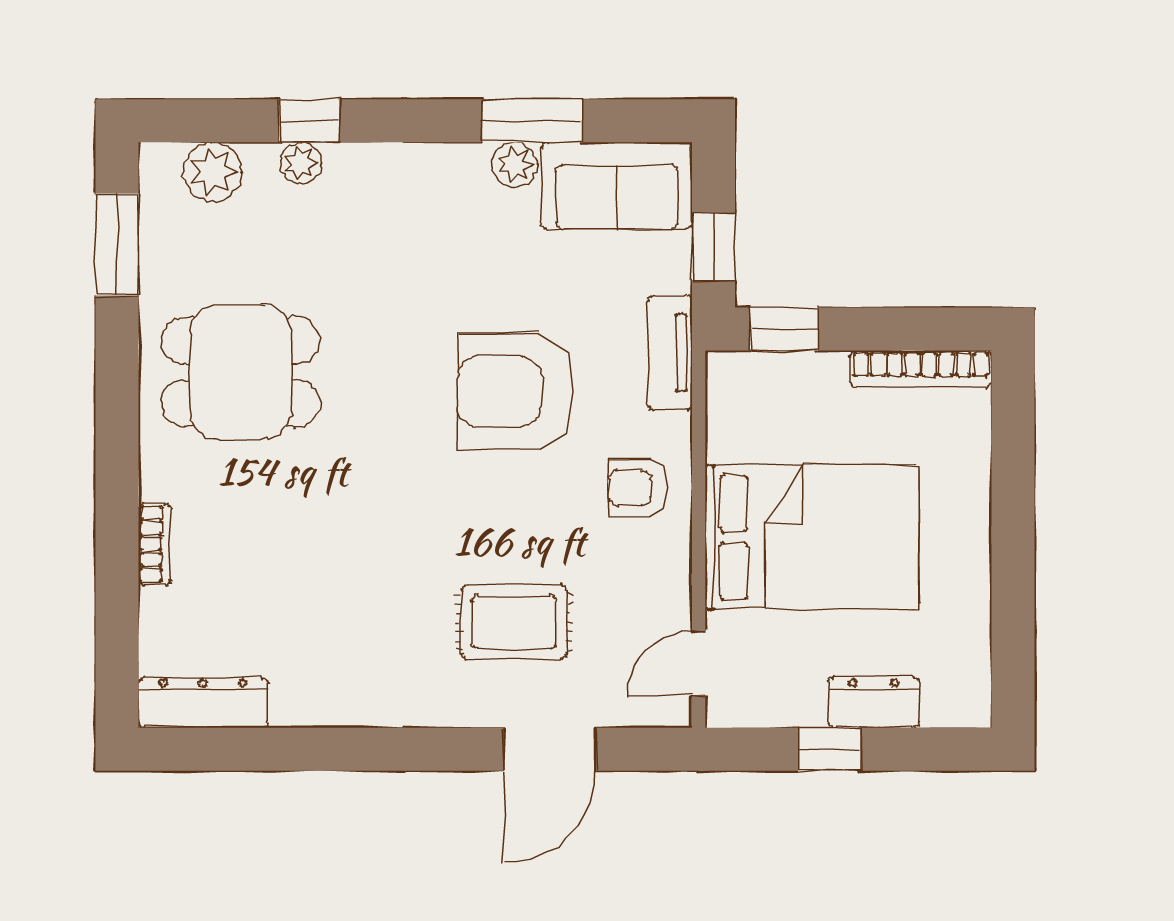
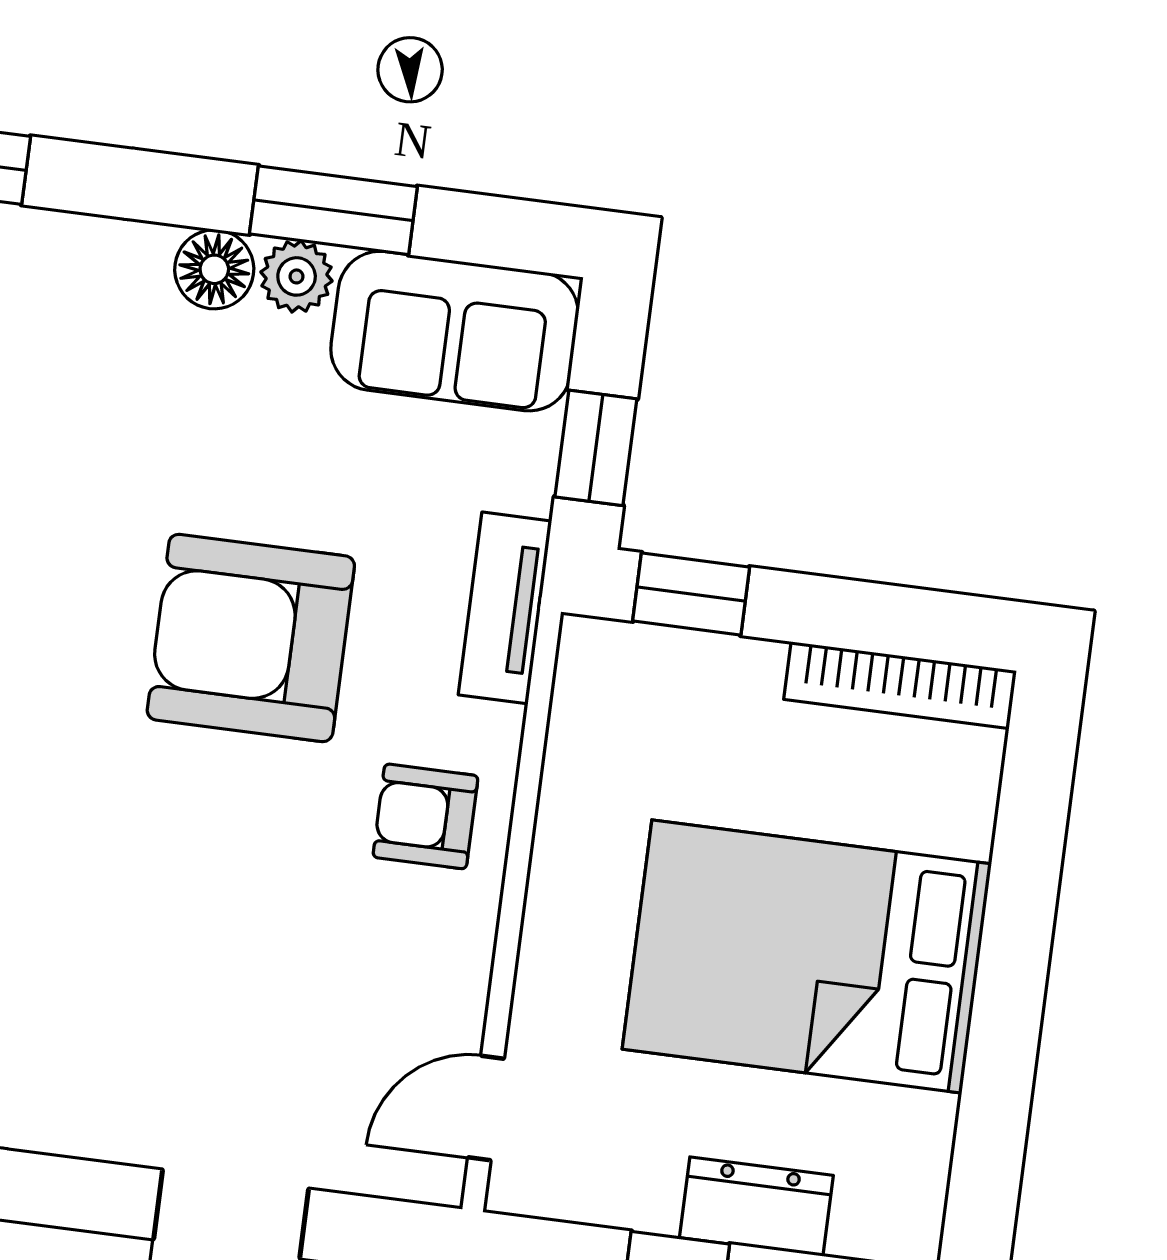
floor lamp: (463, 167) -> (214, 269), added
bed: (812, 537) -> (807, 957), moved, turned 180
rug: (514, 622) -> (200, 1004), removed

